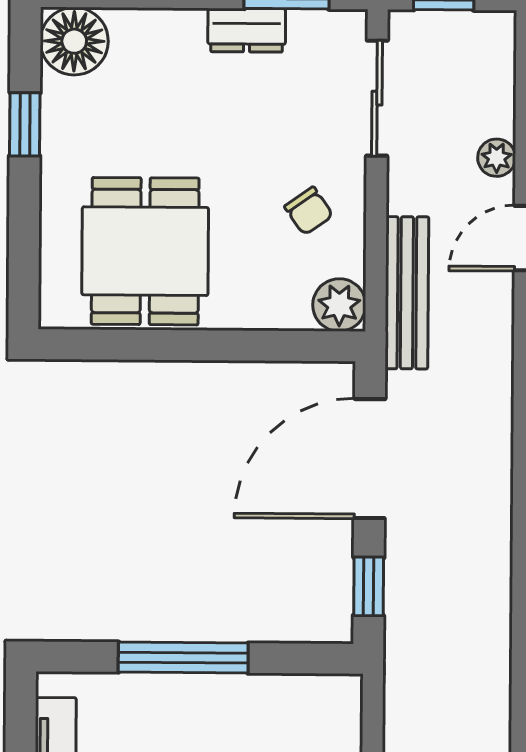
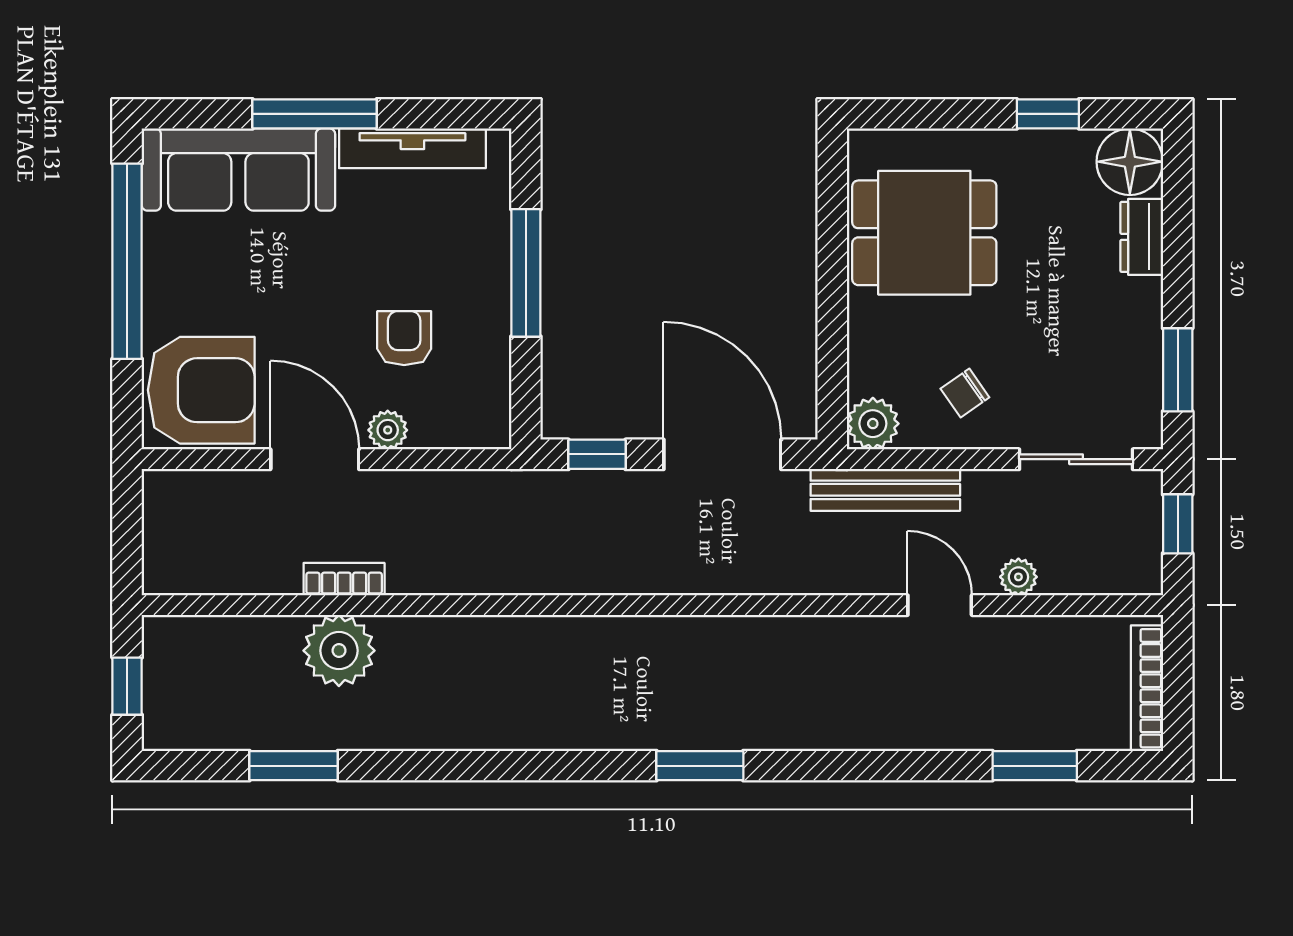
dresser: (247, 30) -> (1142, 237), moved

